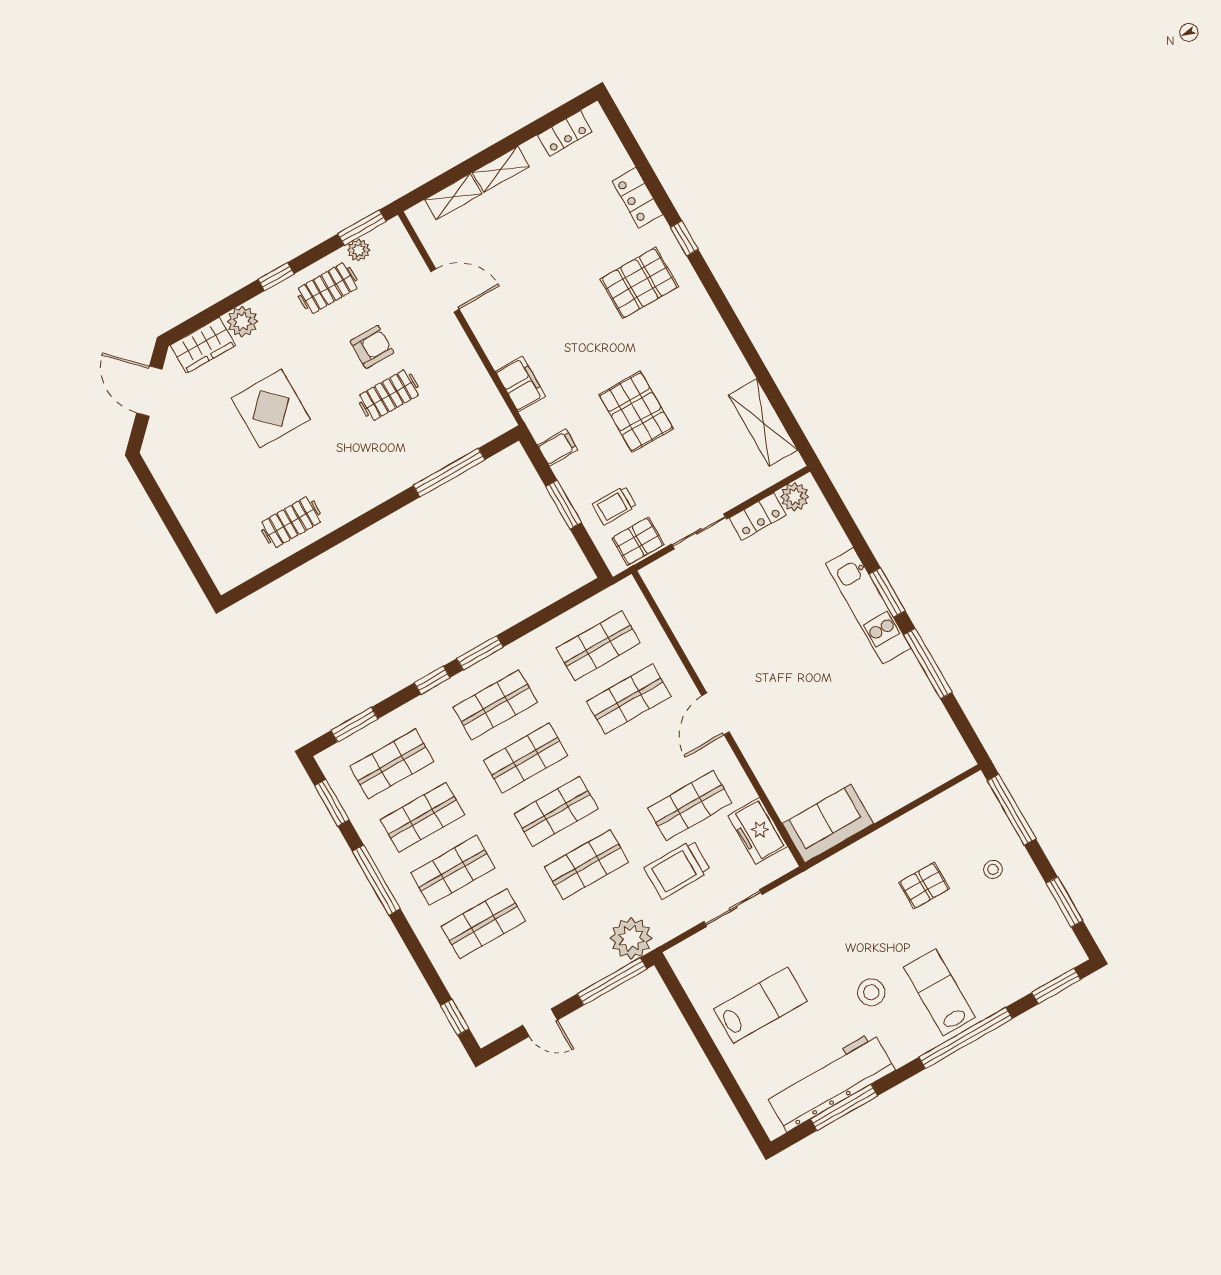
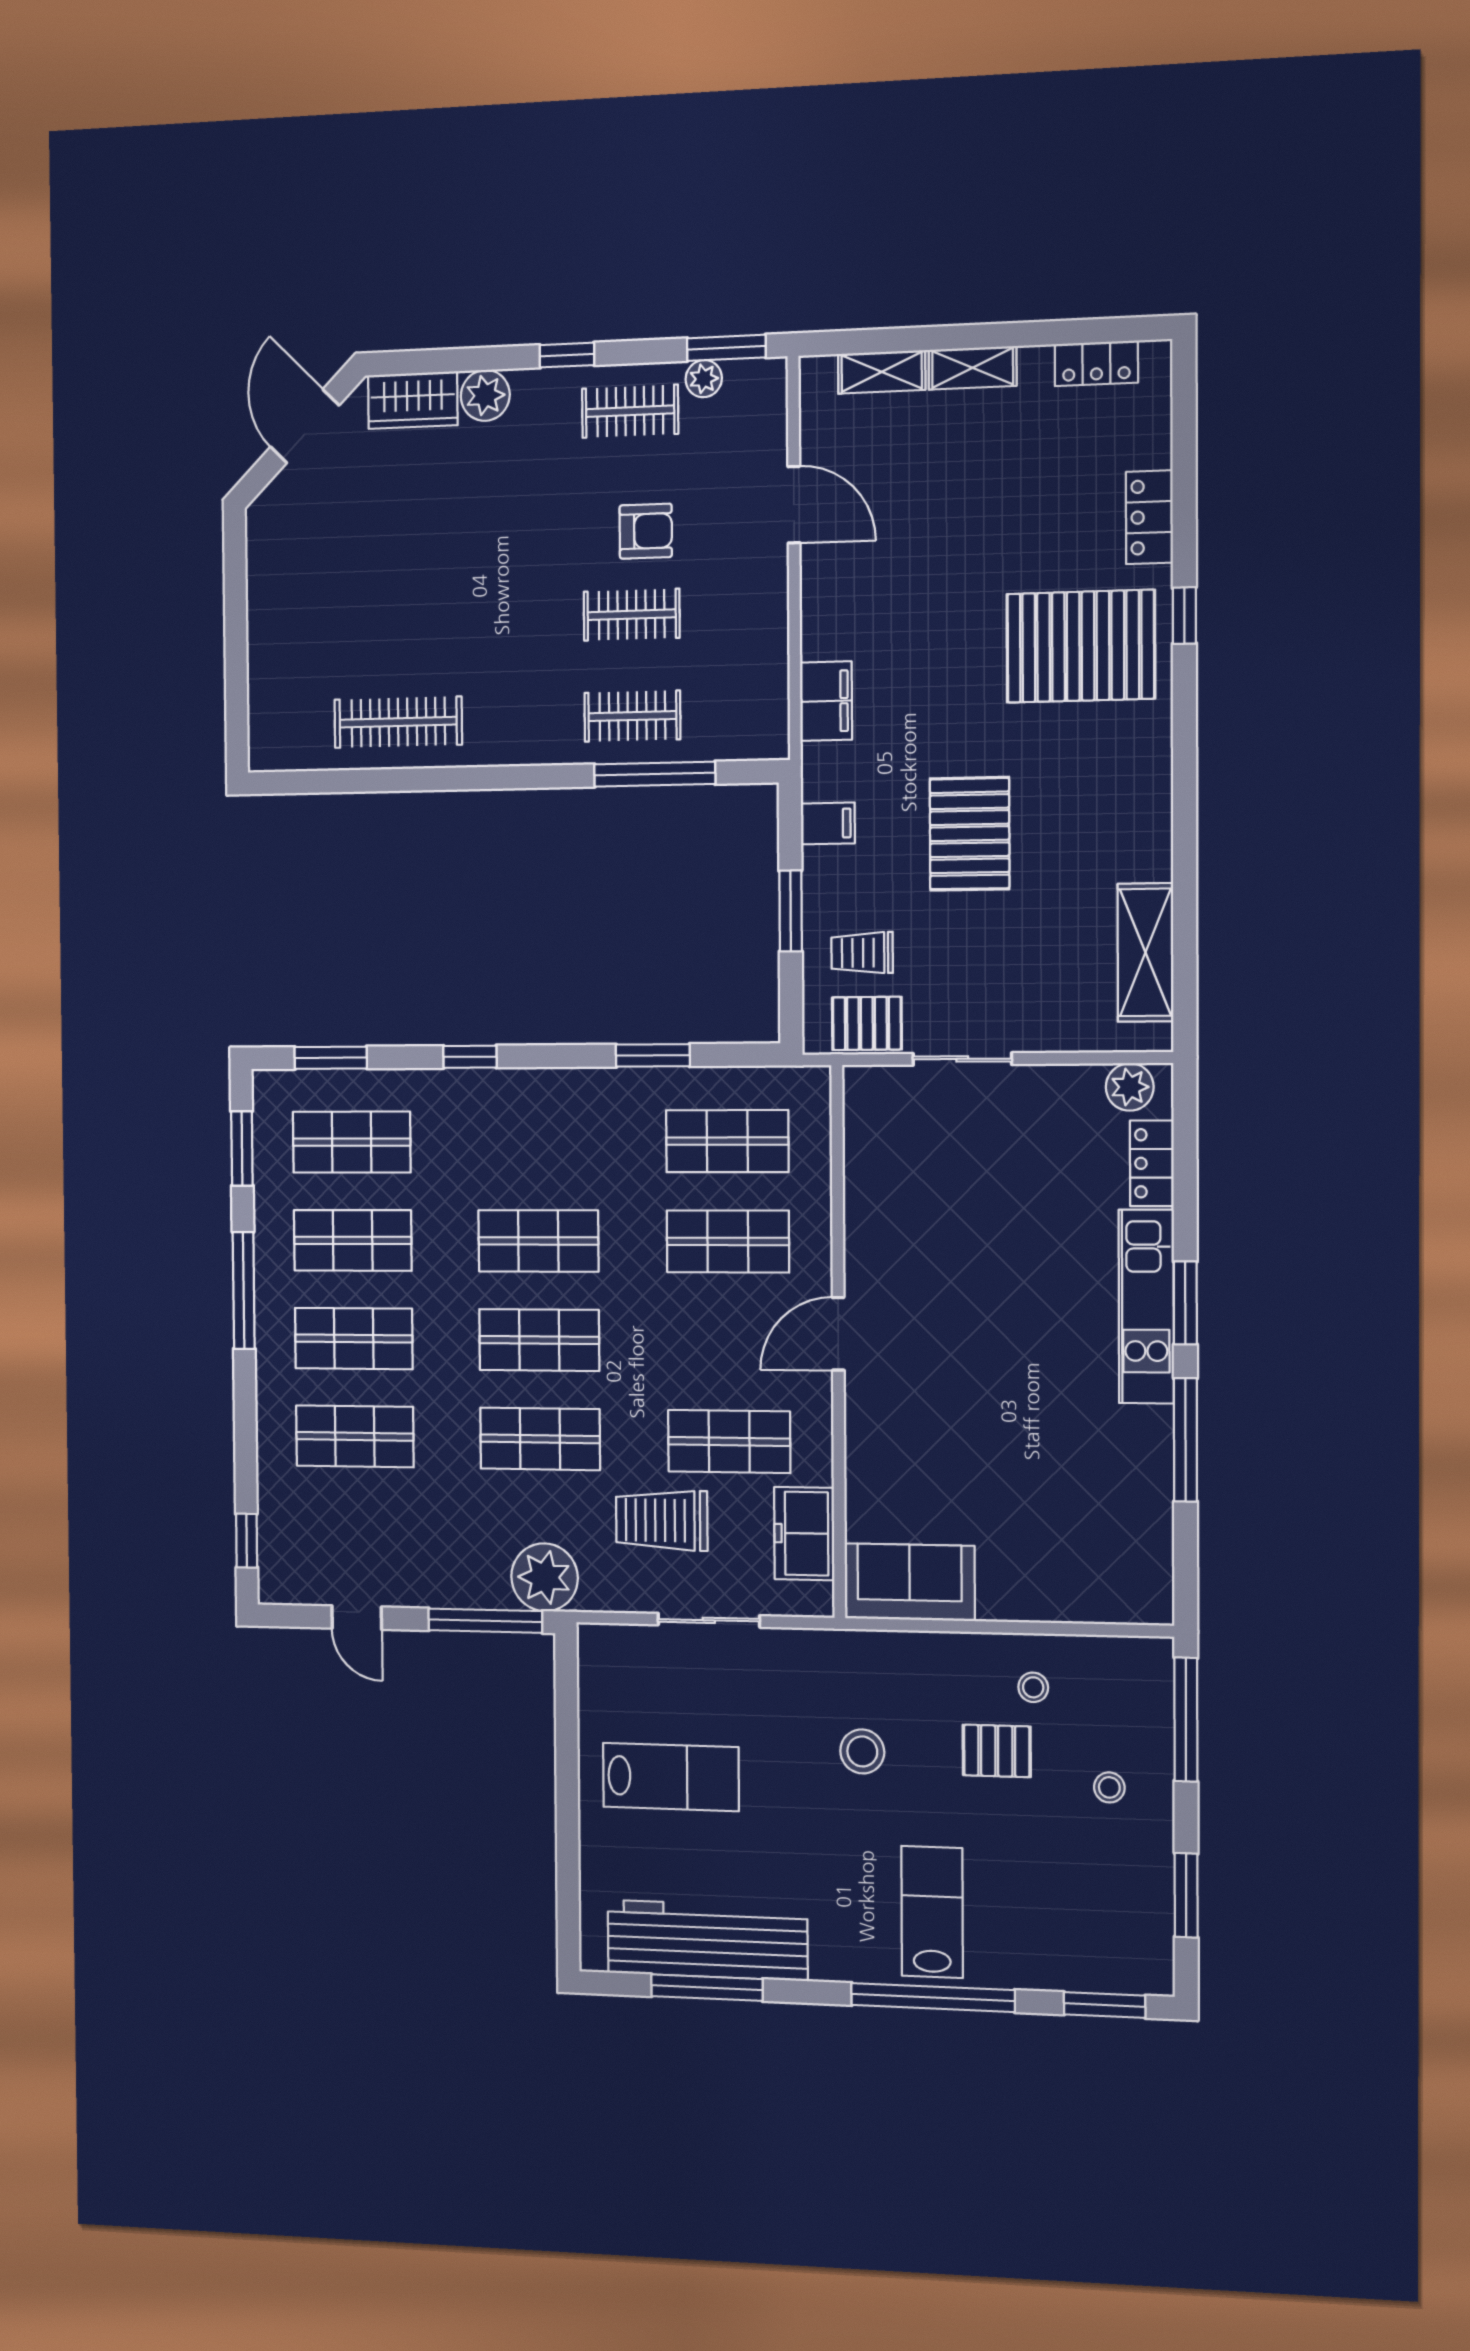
pallet: (639, 283) -> (1081, 646), width x1.37, depth x1.41
display table: (271, 409) -> (457, 543), removed
clothes rail: (420, 449) -> (632, 716), added
locker: (758, 516) -> (1152, 1163), moved, turned 90
clothes rail: (291, 522) -> (398, 722), width x1.36
window: (480, 653) -> (653, 1055), moved
shop shelf: (495, 705) -> (537, 1142), removed
stool: (924, 840) -> (1033, 1687), added
stool: (871, 992) -> (862, 1751), moved

